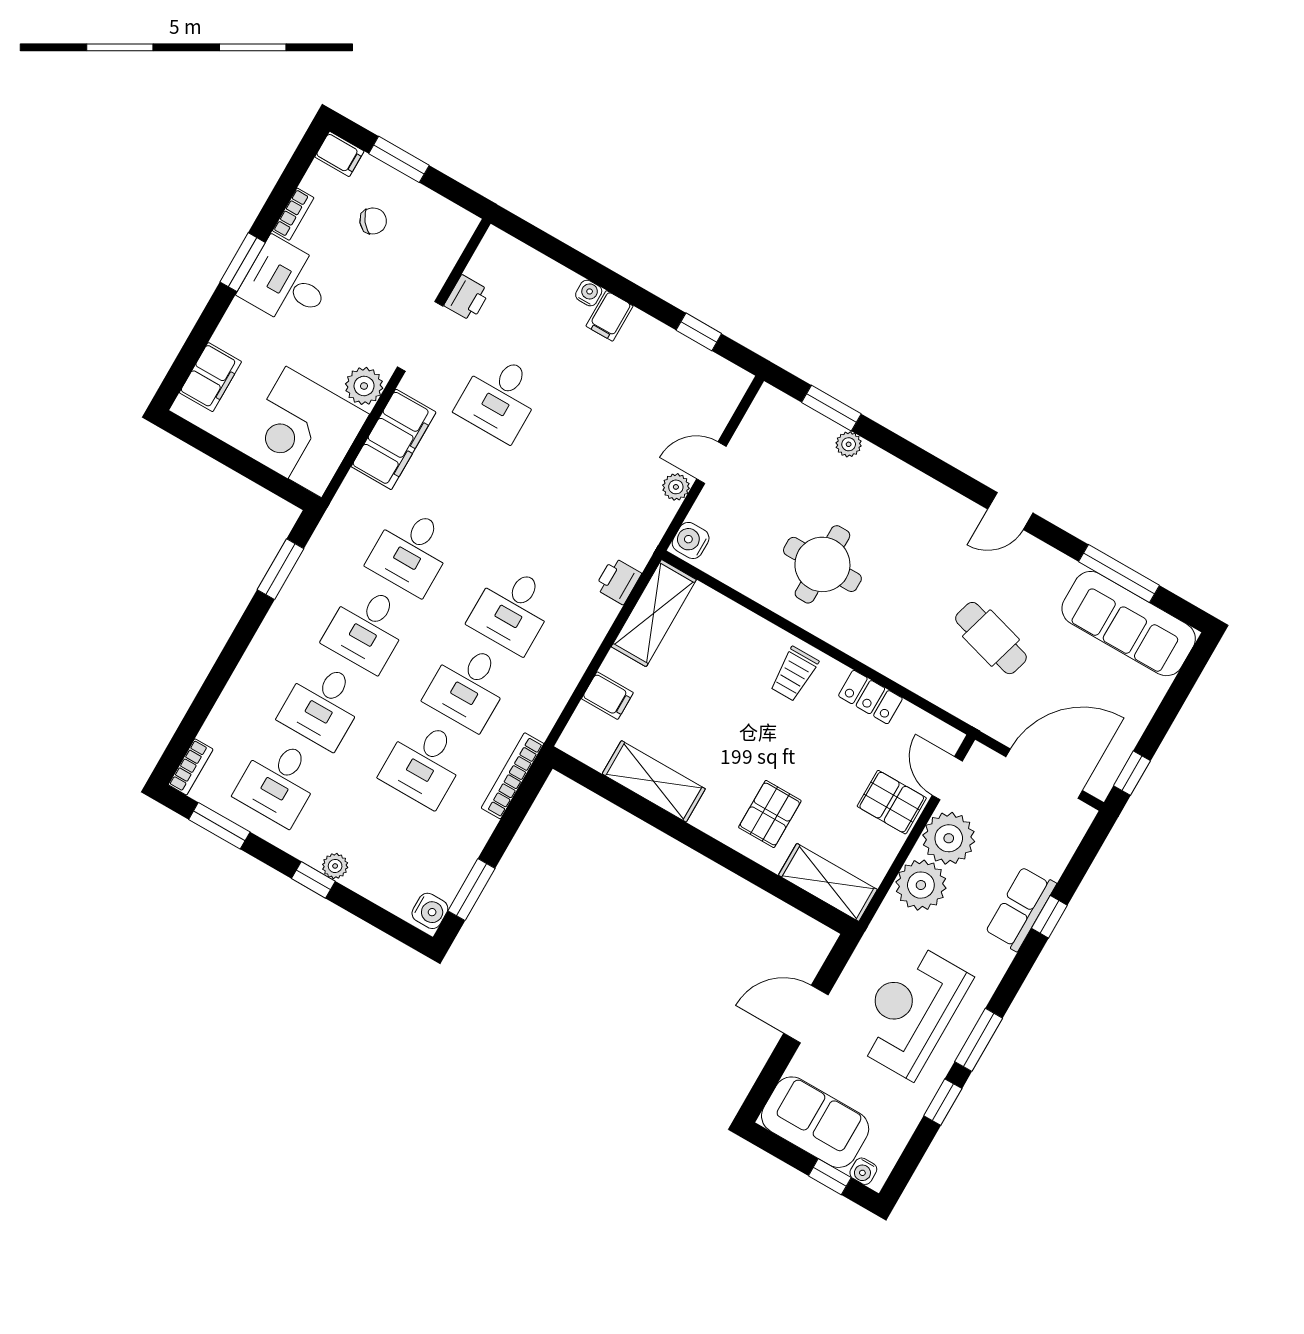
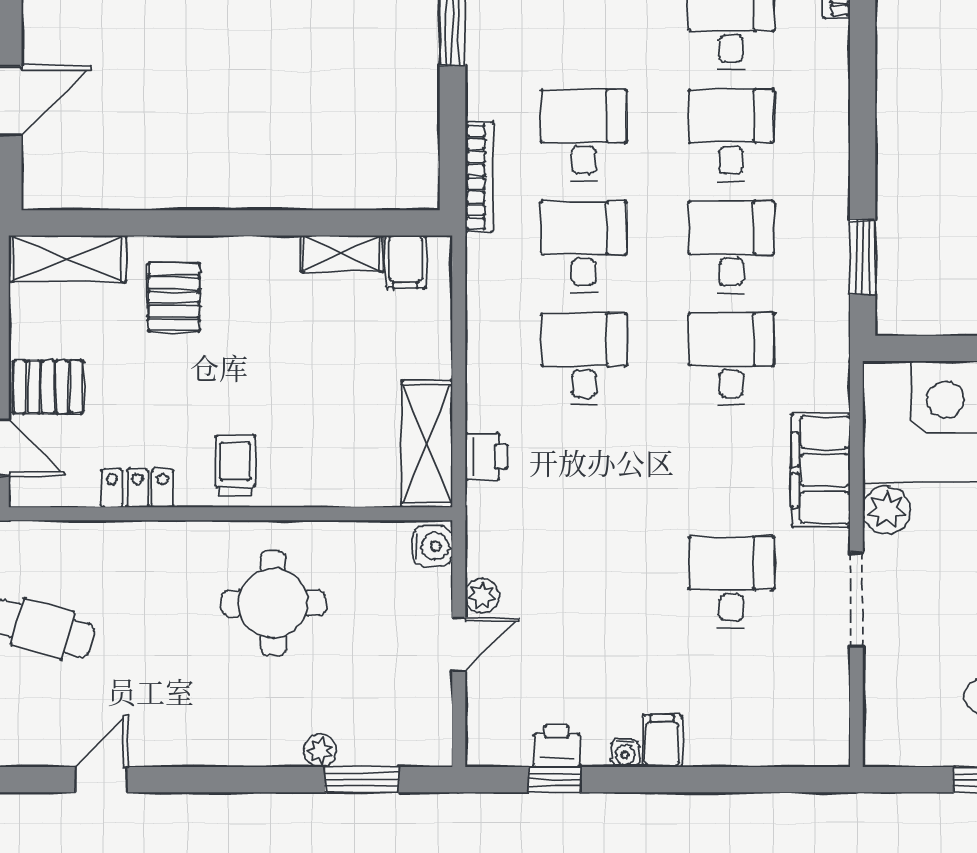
water cooler: (589, 293) -> (625, 753), moved
printer: (467, 298) -> (557, 746), moved, turned 90
filing cabinet: (607, 696) -> (406, 262), moved, turned -90
shelving: (654, 781) -> (342, 254), width x0.67, depth x0.75

